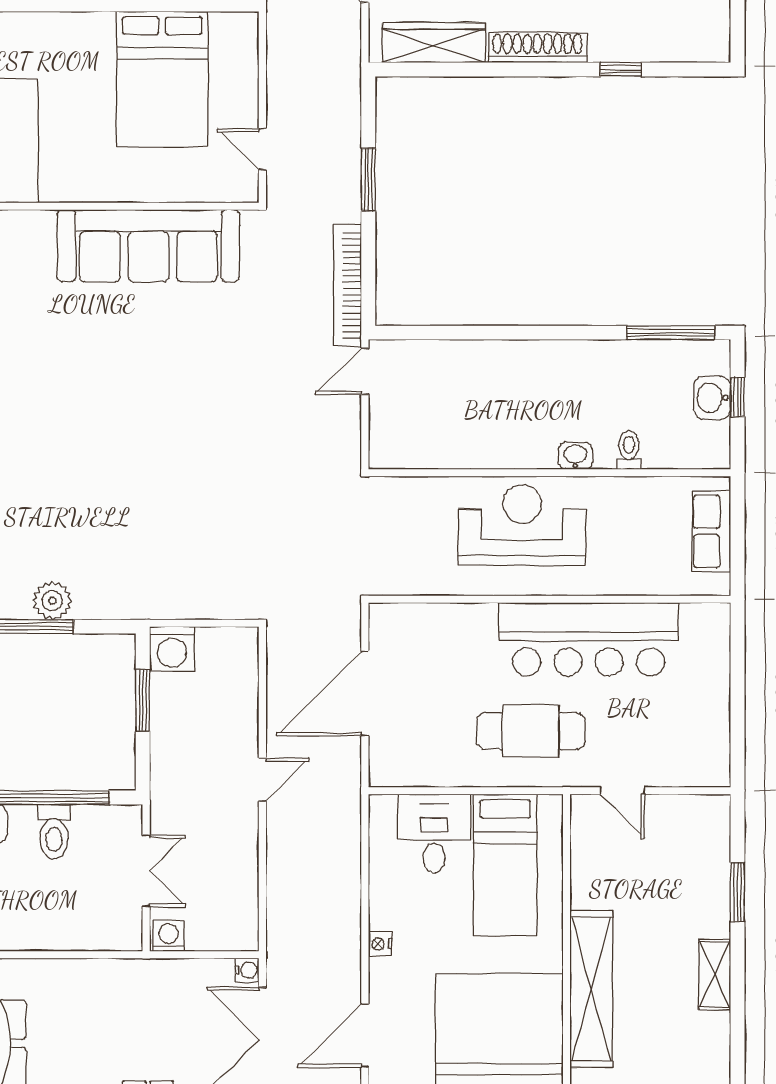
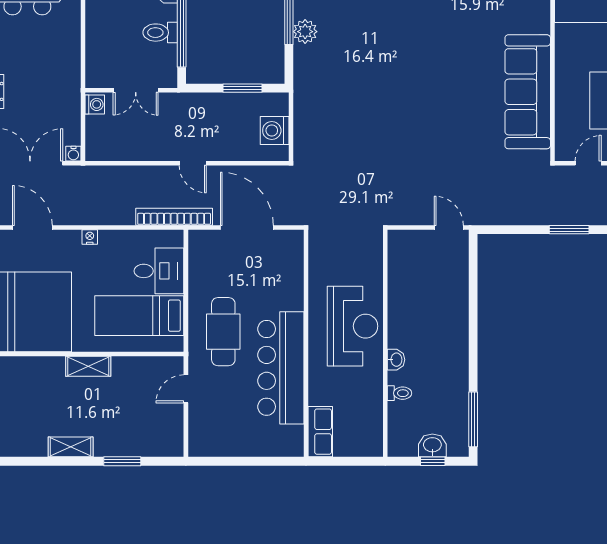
bookcase: (348, 285) -> (174, 217), moved
row of seats: (711, 531) -> (320, 432), moved, turned 90
washing machine: (172, 649) -> (275, 130), moved
shelving: (591, 989) -> (88, 366), width x0.45, depth x0.75

